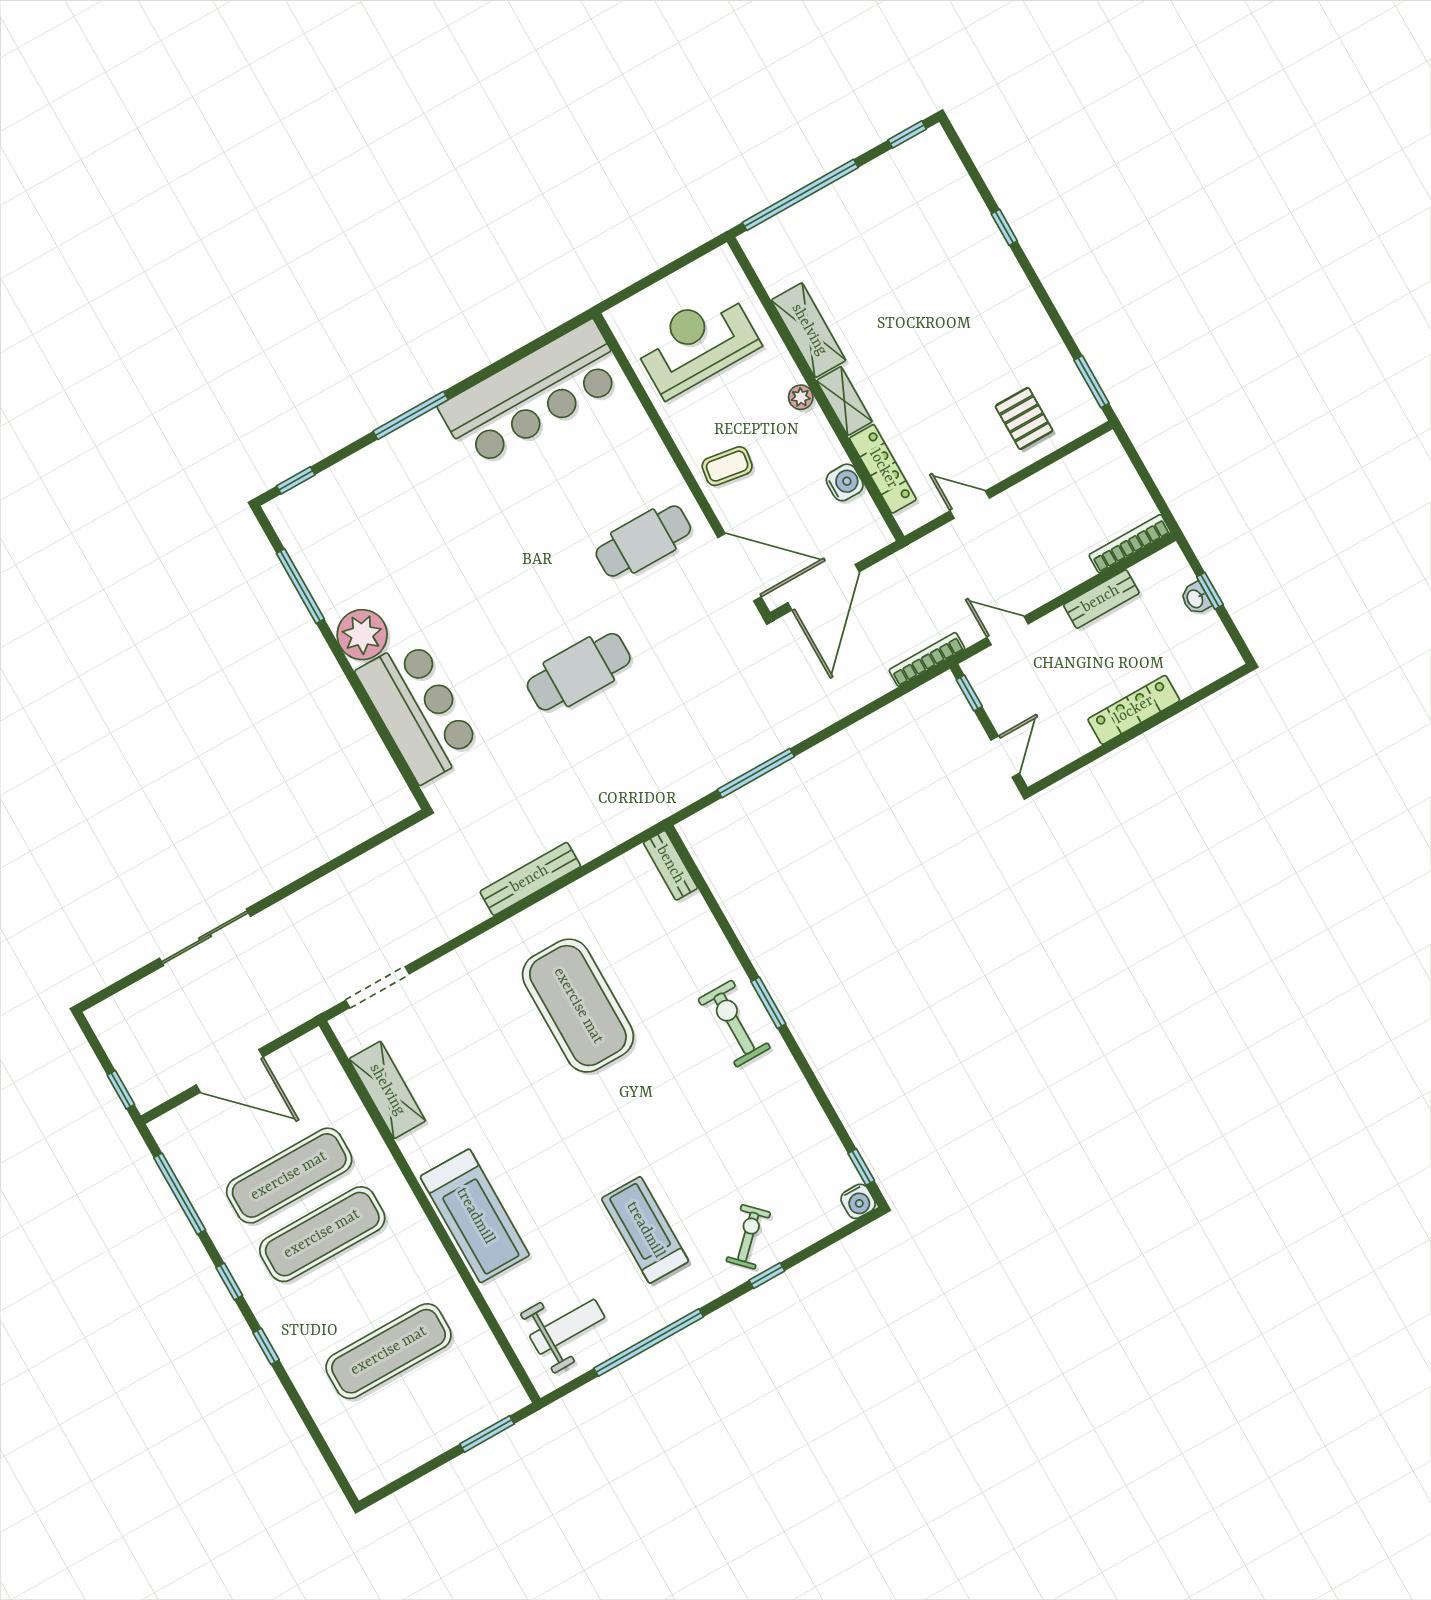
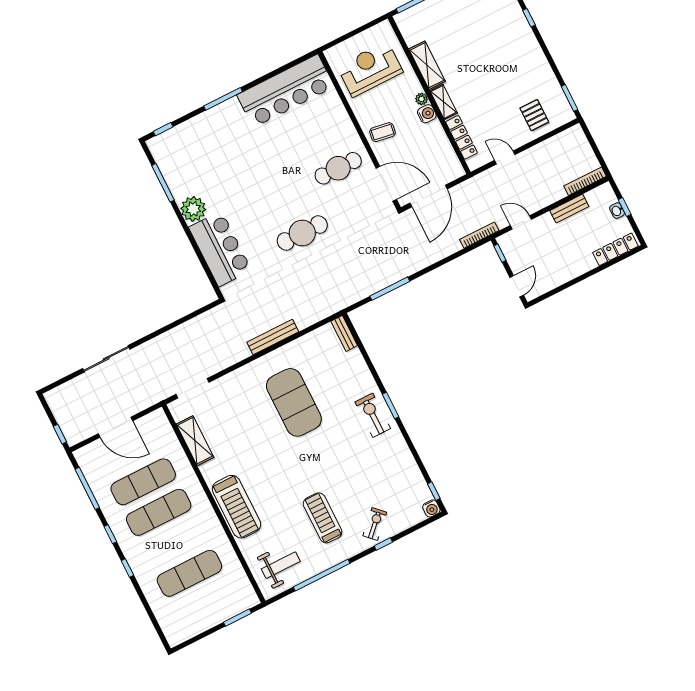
water cooler: (845, 482) -> (427, 114), moved
locker: (1134, 710) -> (615, 249), moved

